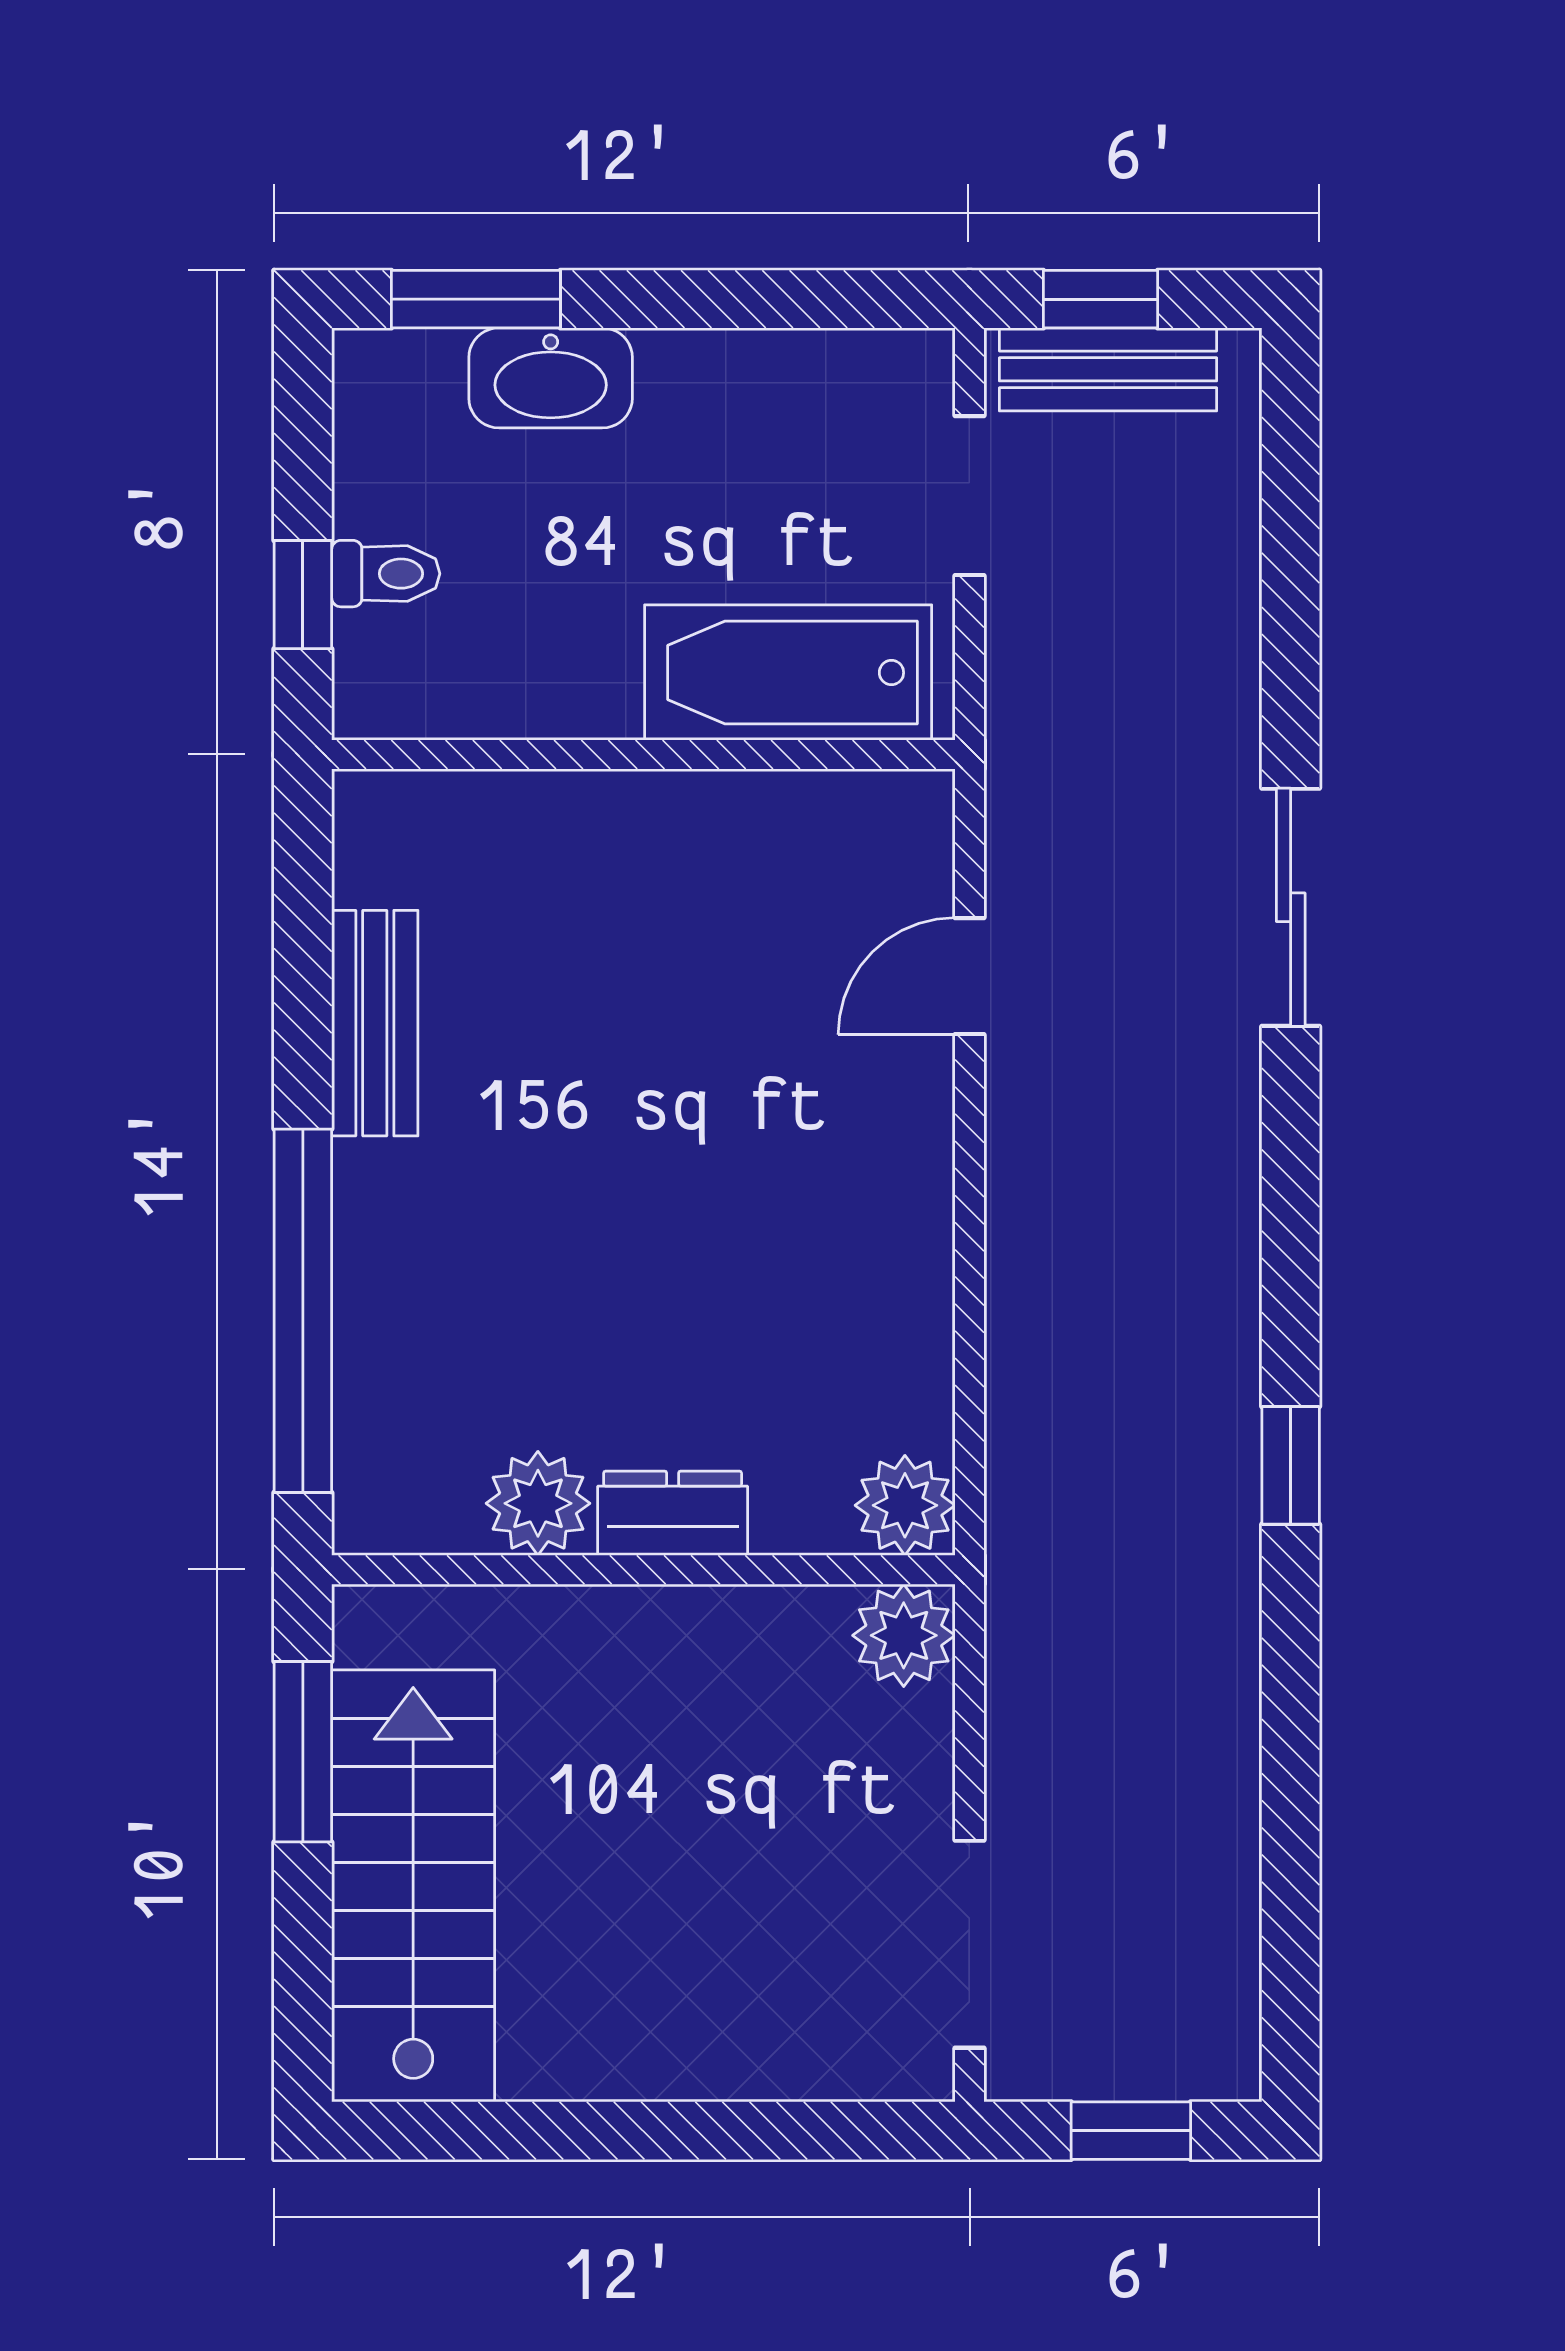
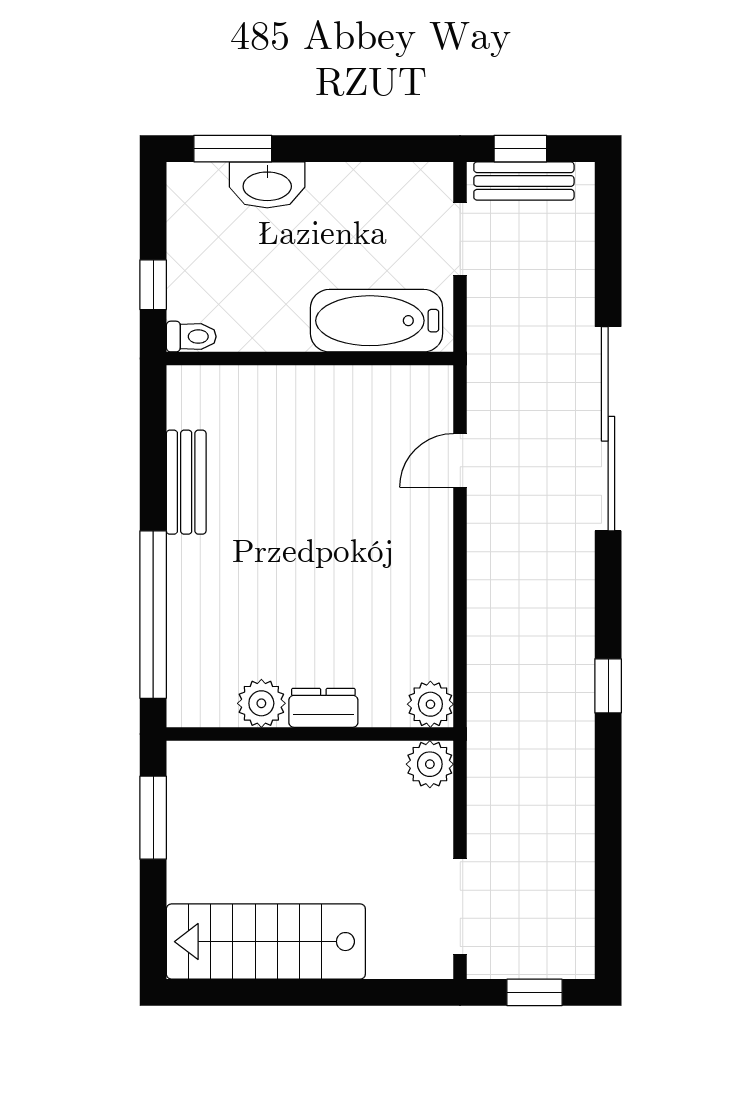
toilet: (386, 574) -> (191, 337), moved
sliding door: (1291, 907) -> (608, 429), width x1.86
stairs: (413, 1886) -> (266, 942), moved, turned -90

